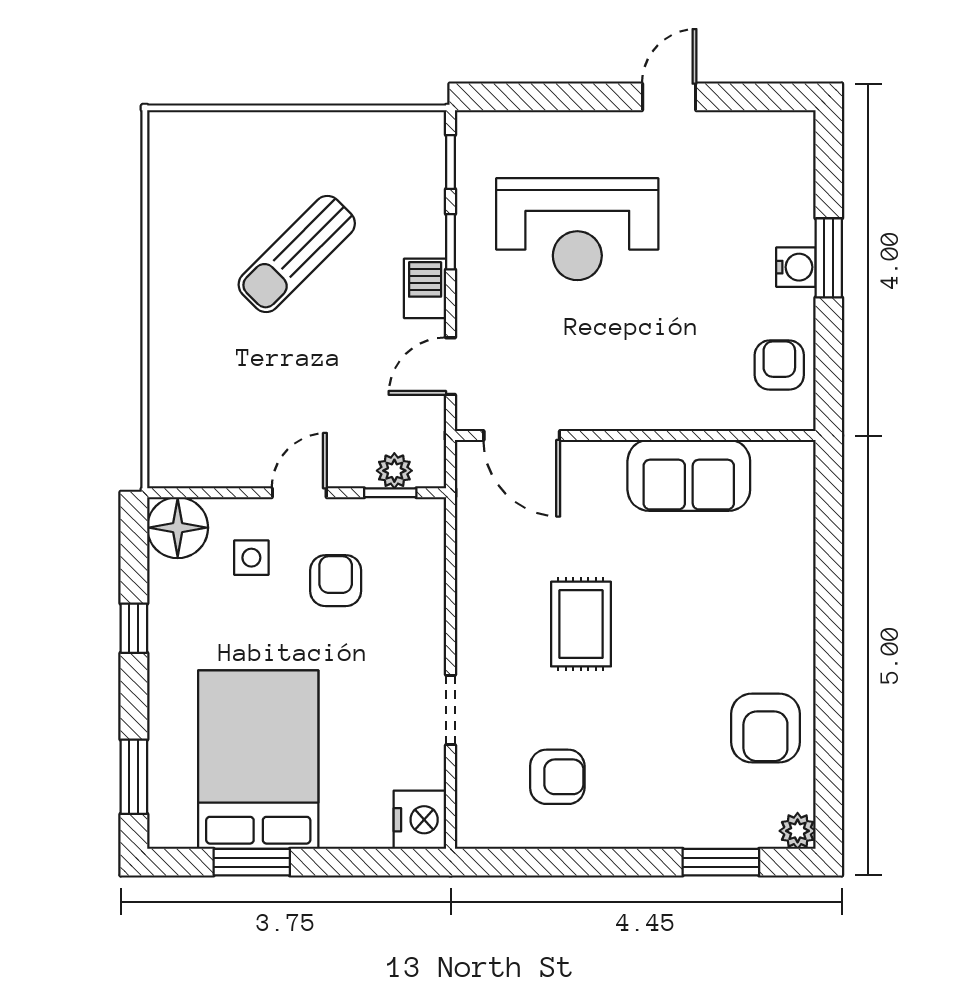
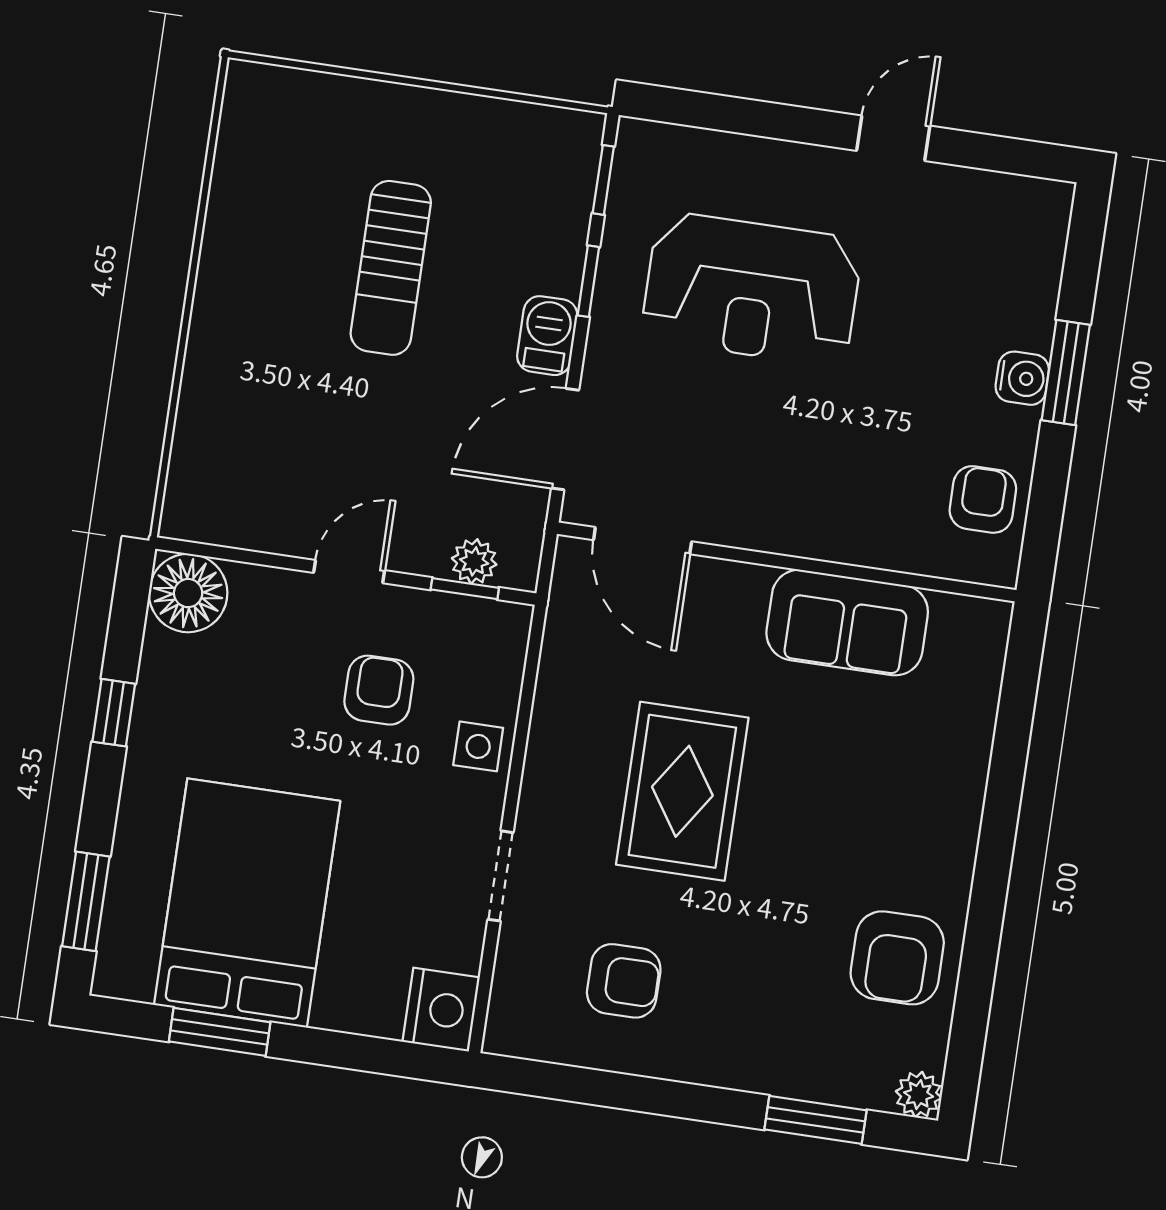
sun lounger: (297, 254) -> (391, 268), turned -45
door: (451, 366) -> (565, 439), width x1.38
side table: (251, 558) -> (478, 746), moved
rug: (581, 624) -> (682, 791), width x1.36, depth x1.43

